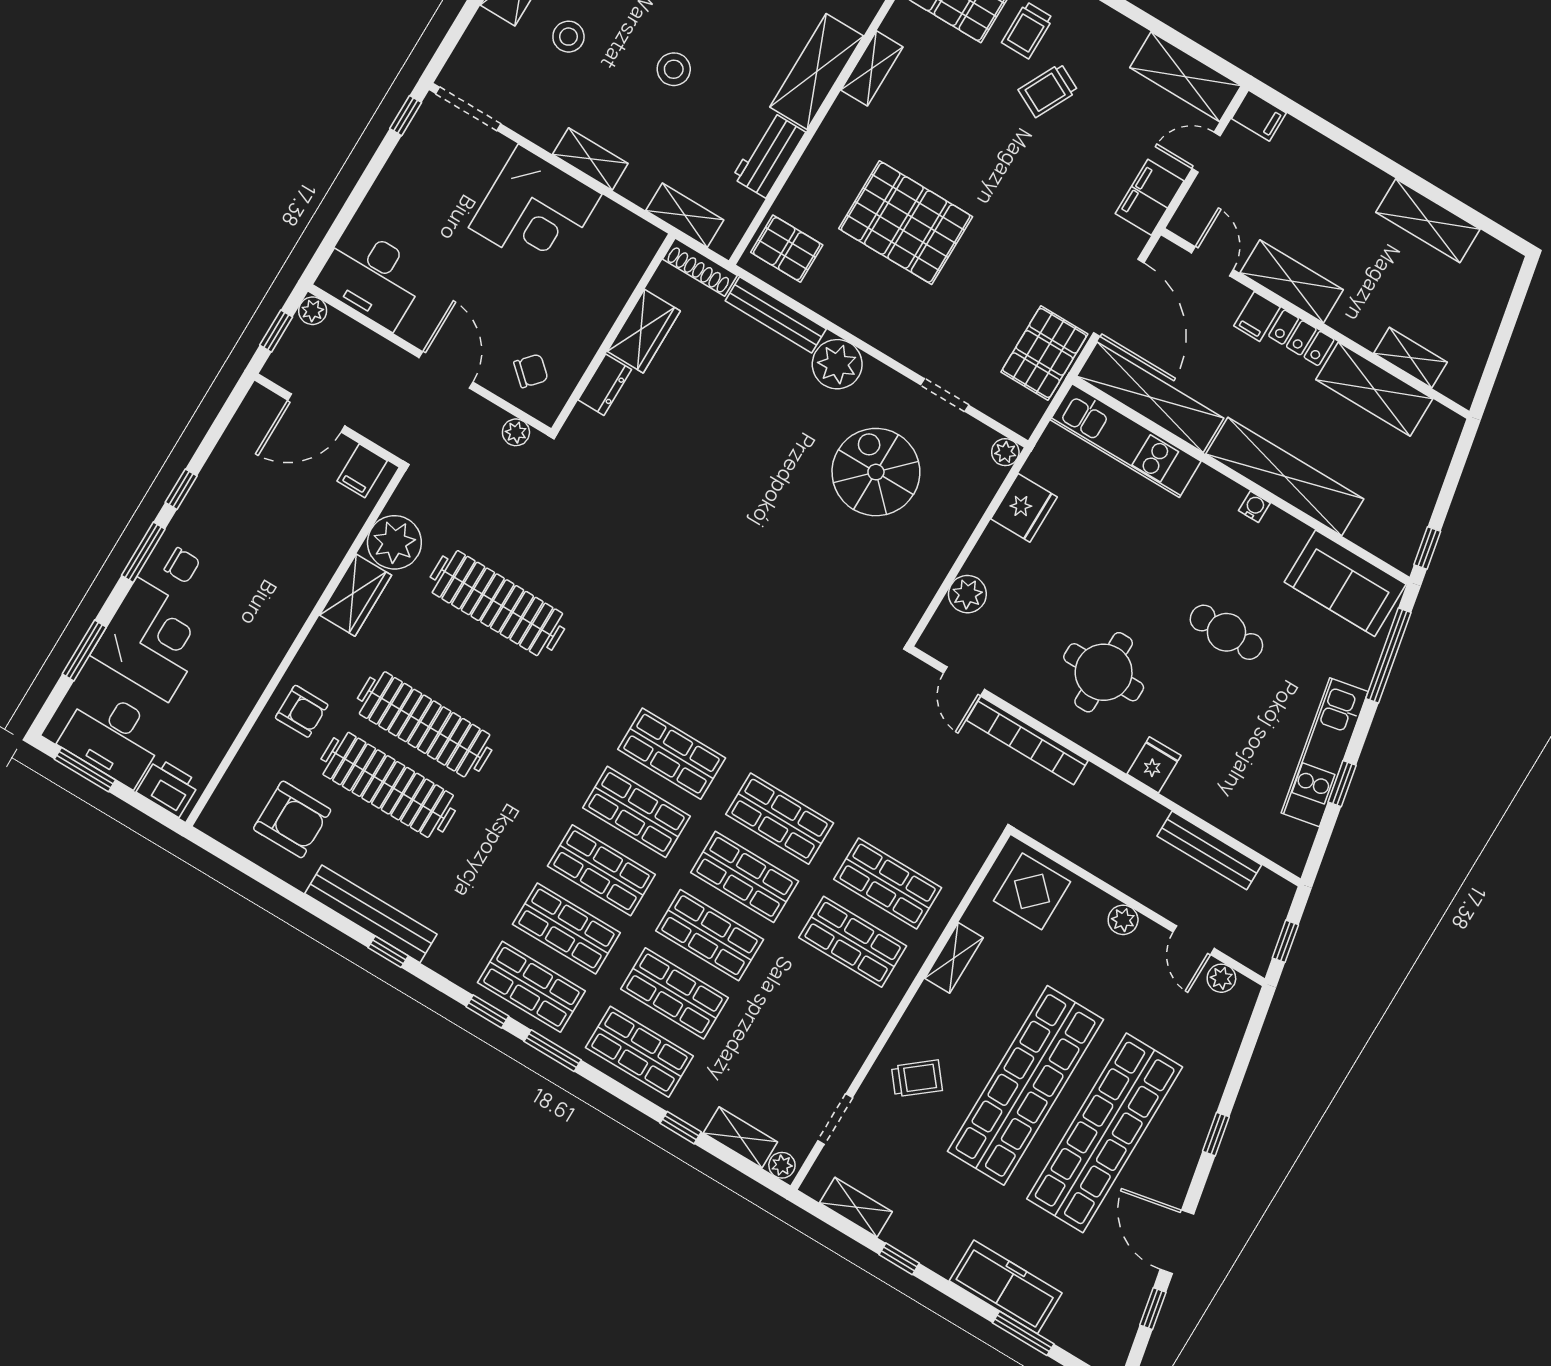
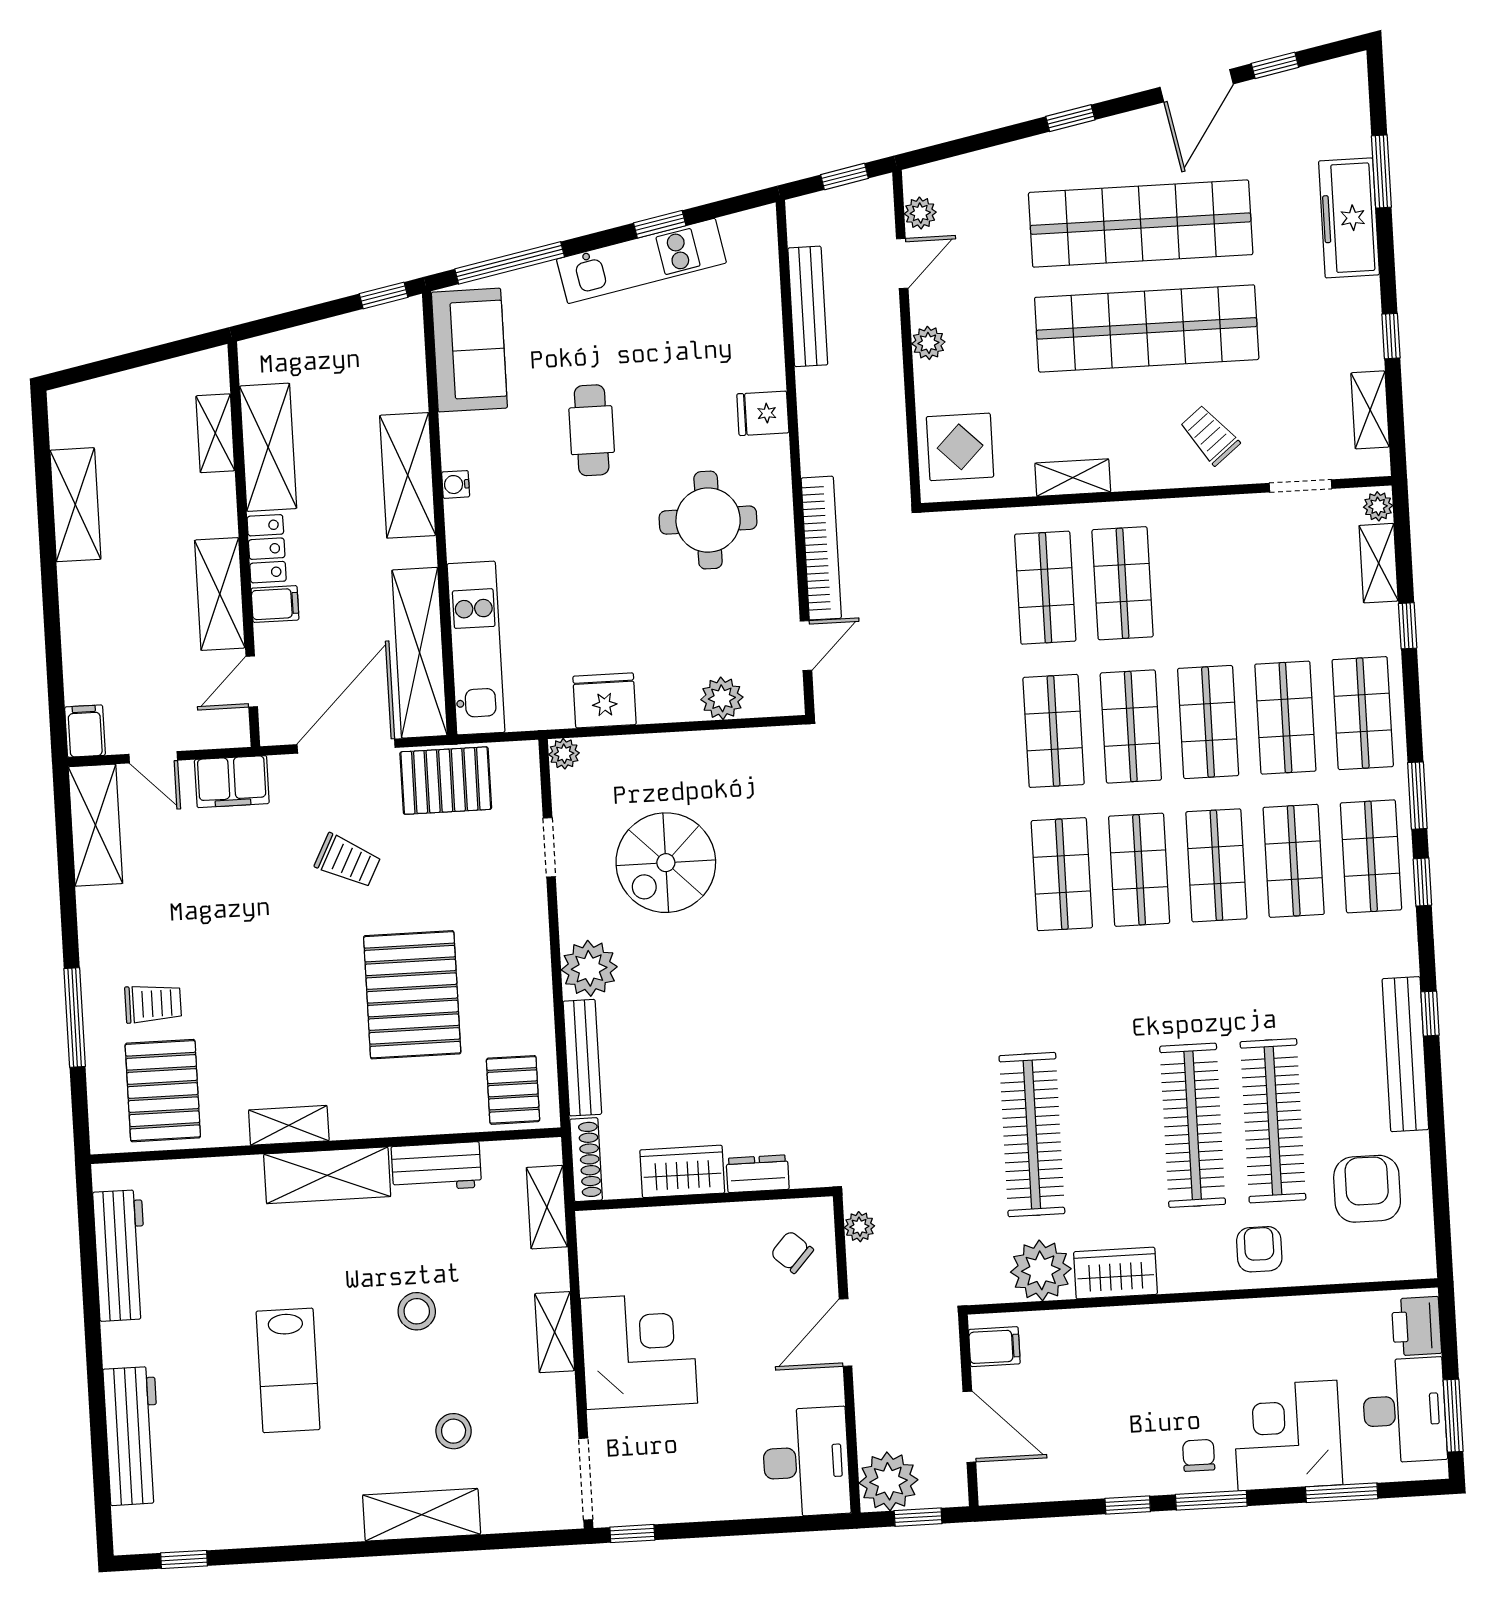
trolley: (1048, 90) -> (348, 861), moved
plant: (313, 311) -> (888, 1481), width x1.87, depth x1.87
shelving: (1285, 476) -> (408, 475), width x0.68

